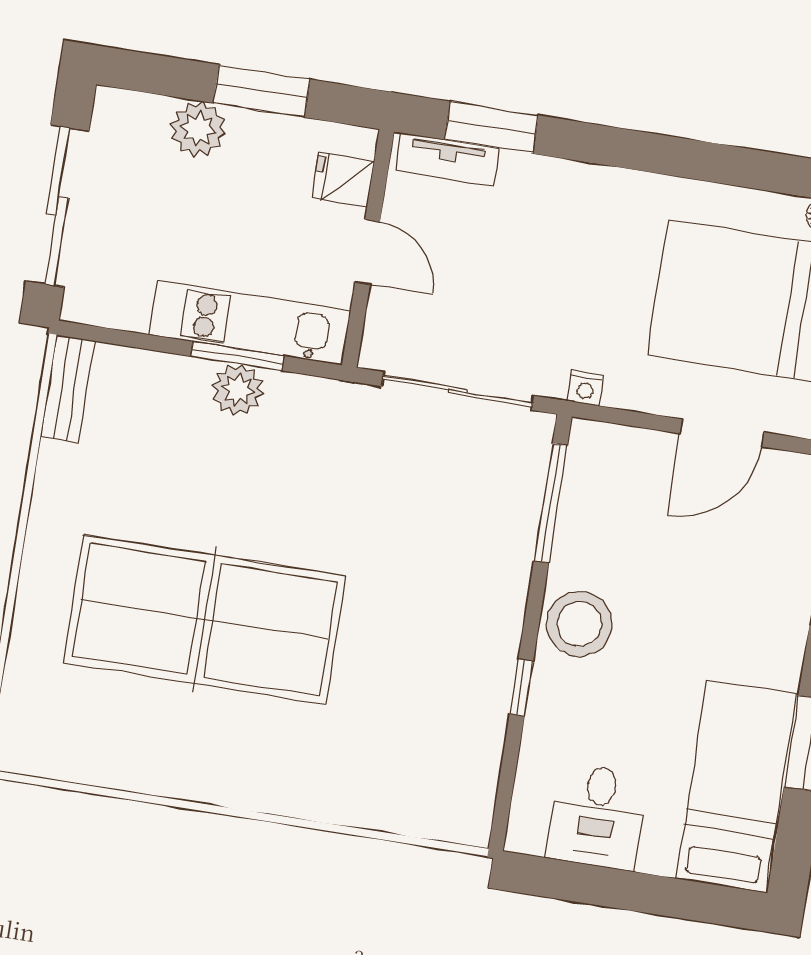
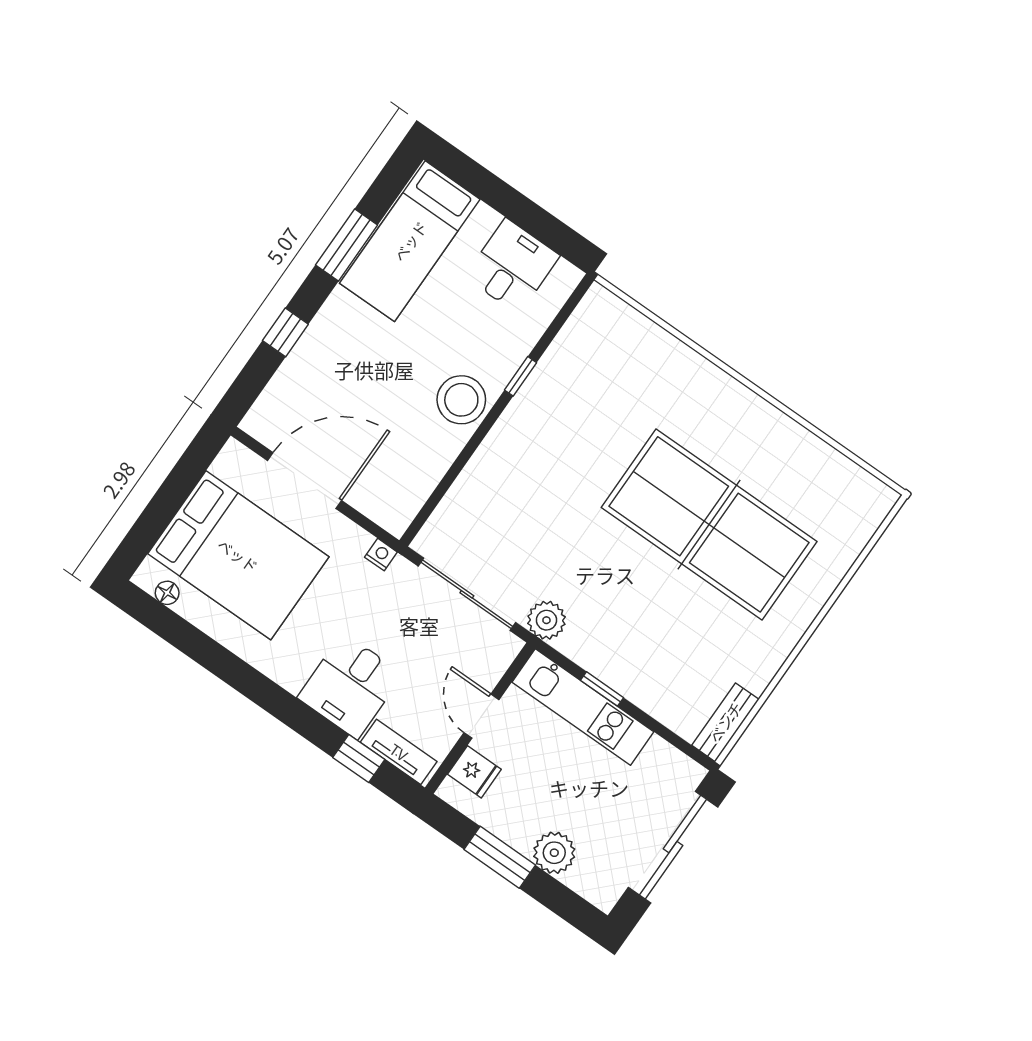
window: (492, 127) -> (359, 759), width x0.67
desk: (545, 211) -> (350, 686), added
window: (237, 356) -> (602, 689), width x0.67
plant: (238, 390) -> (546, 620), moved
door: (722, 433) -> (304, 481), width x1.36
window: (551, 503) -> (441, 490), removed

